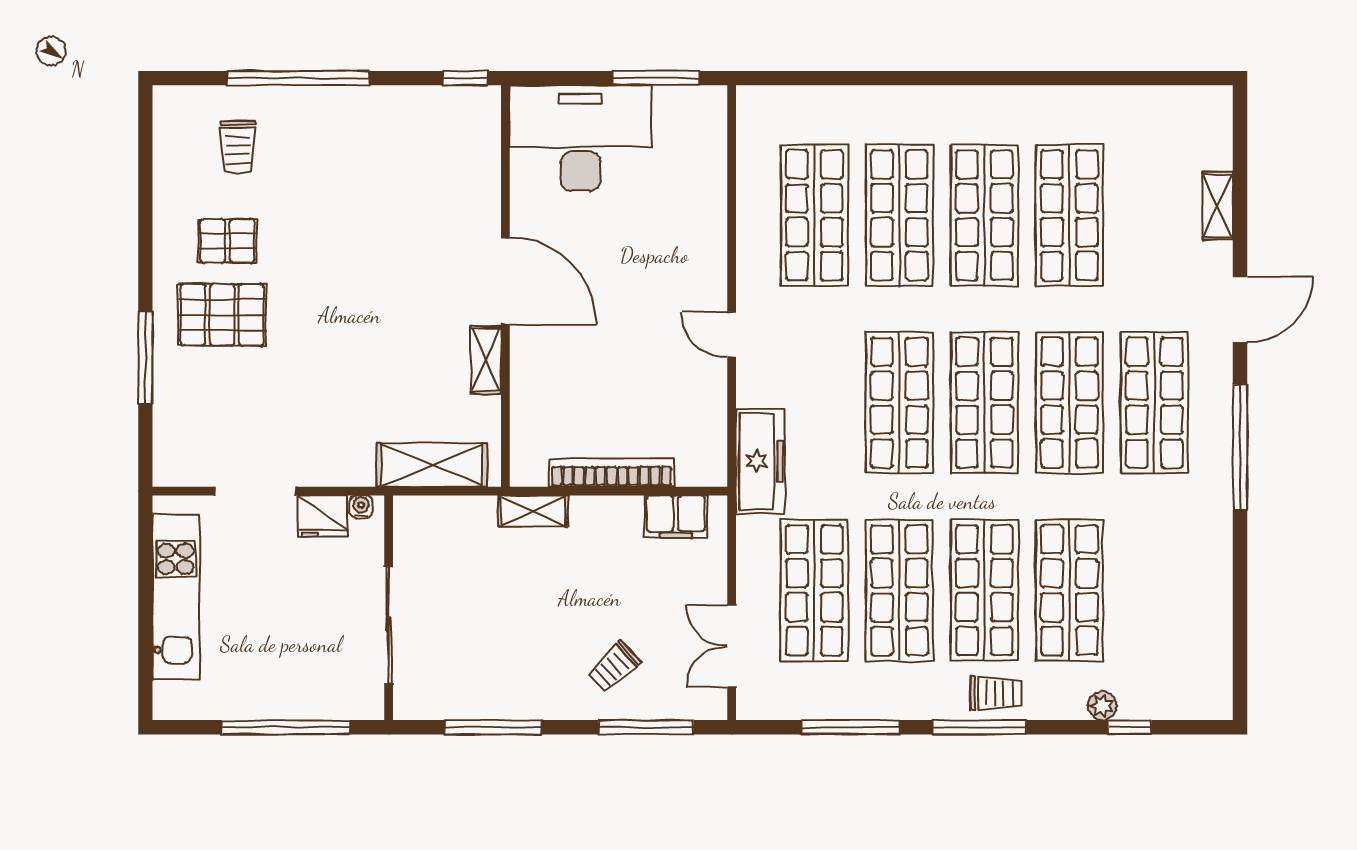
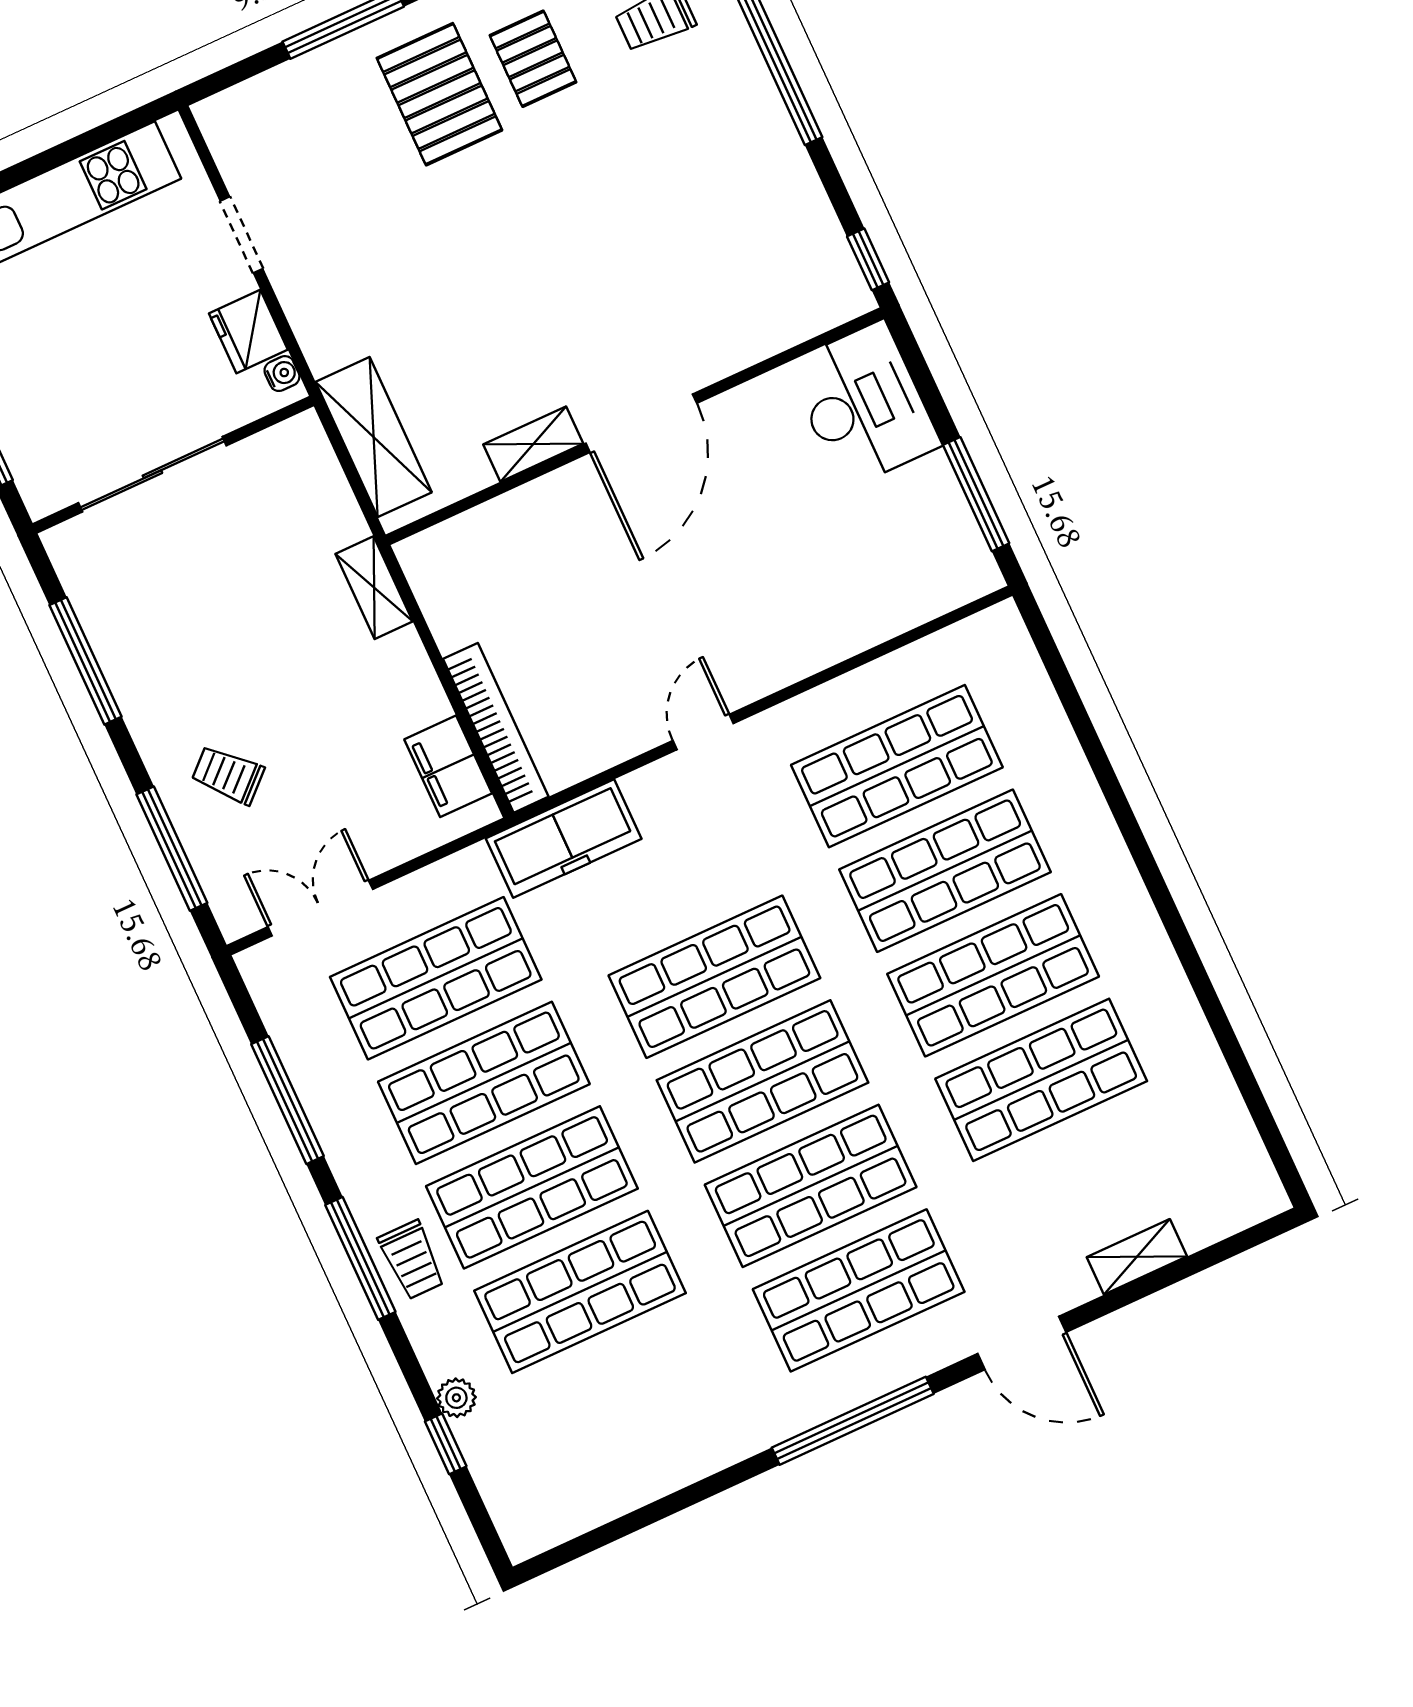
desk: (580, 138) -> (864, 405), width x0.73, depth x0.77
bookcase: (612, 473) -> (496, 728), moved
doorway: (255, 491) -> (241, 235), width x0.73

